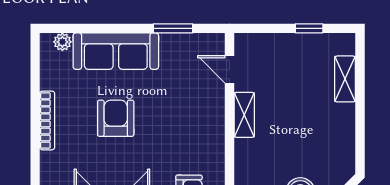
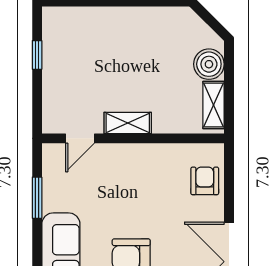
shelving: (345, 79) -> (90, 17), removed

